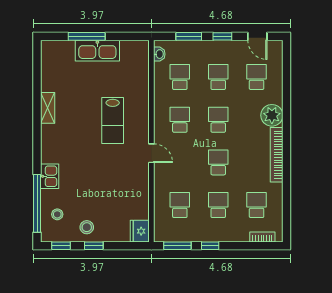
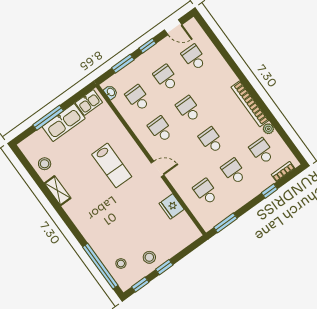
stool: (53, 75) -> (45, 164), added
plant: (272, 115) -> (268, 129), moved, width x0.53, depth x0.53
kitchen sink: (50, 176) -> (89, 103), moved, turned 90
fridge: (140, 231) -> (172, 206), moved
window: (210, 246) -> (269, 191), moved

